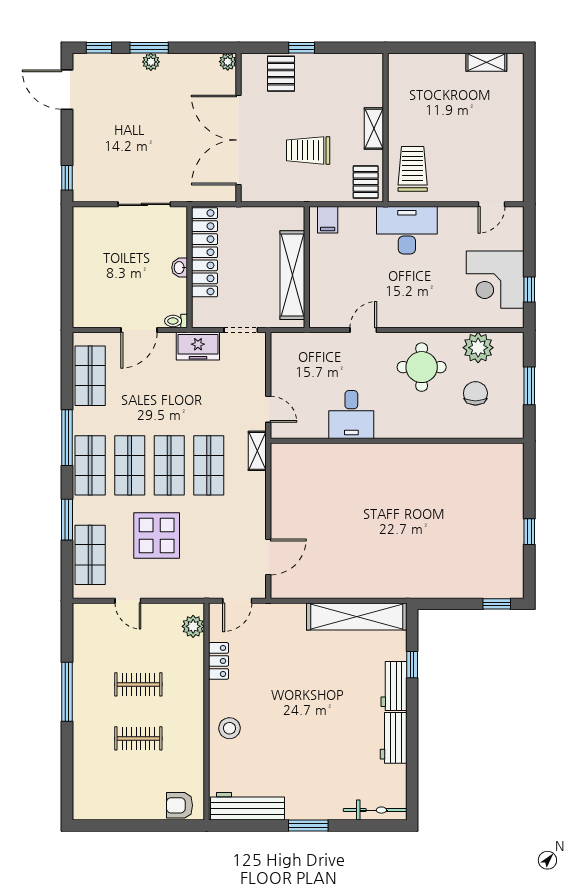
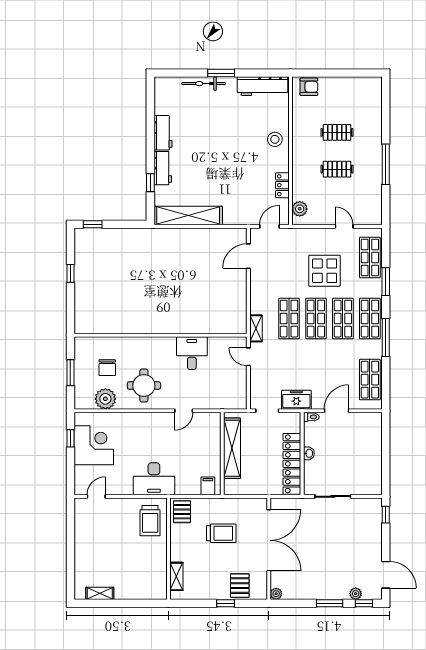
plant: (151, 62) -> (356, 594), moved
shelving: (374, 129) -> (176, 576), moved
bicycle: (375, 810) -> (204, 84), moved

